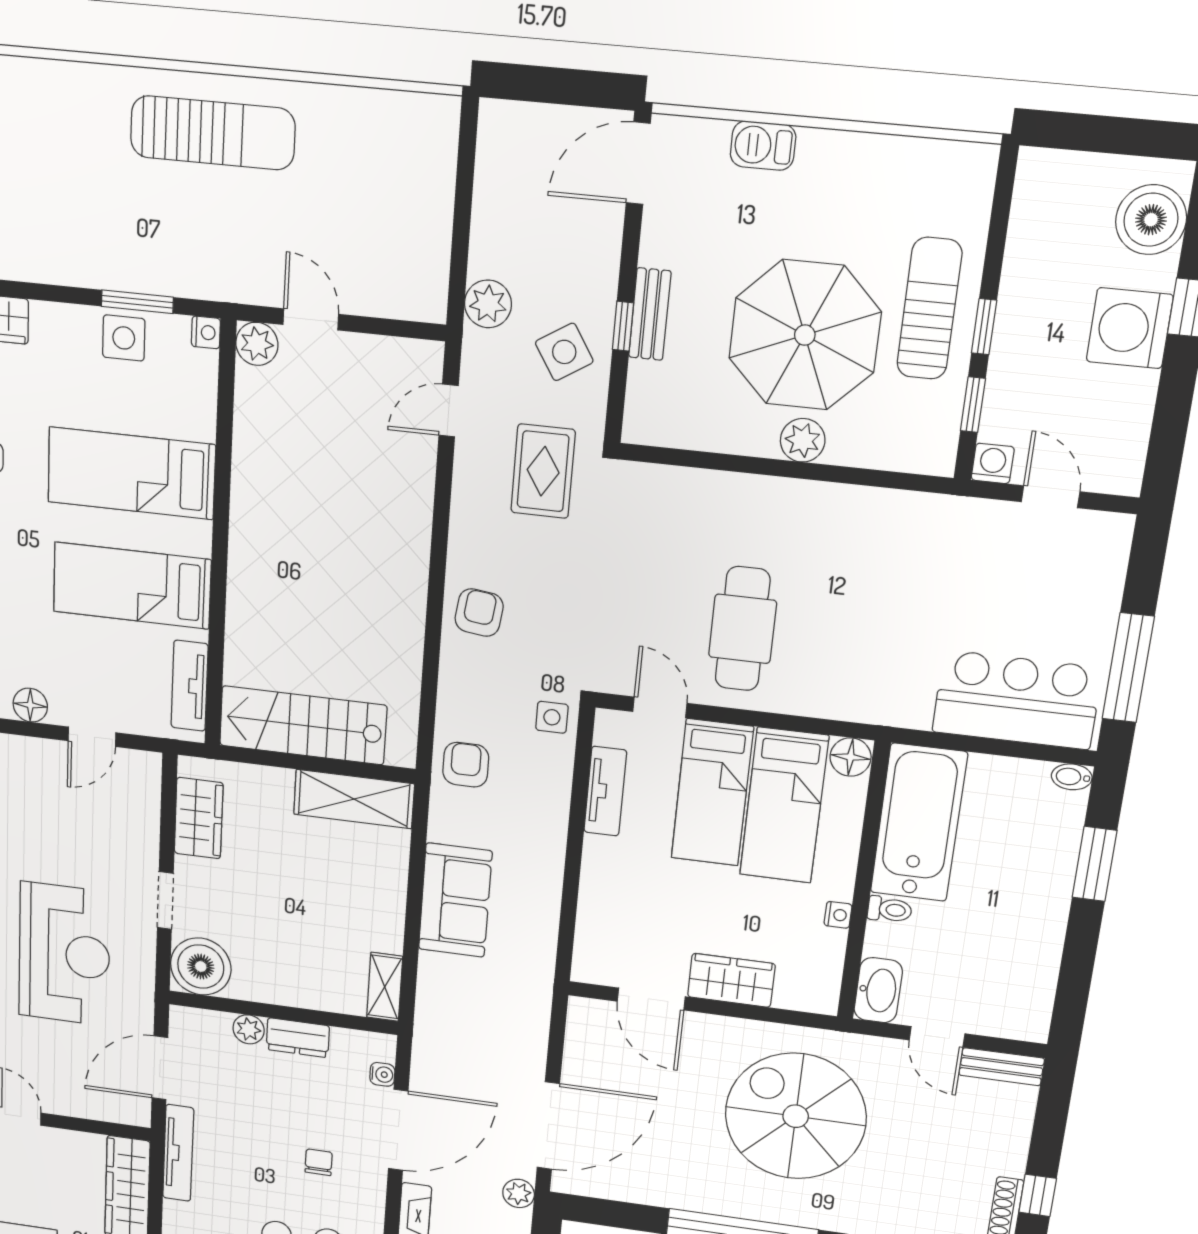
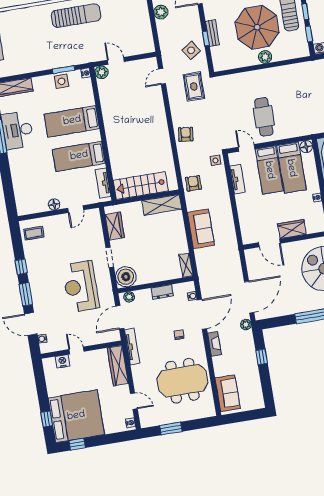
plant: (488, 304) -> (161, 12), moved
reception desk: (64, 954) -> (81, 286), turned 180
plant: (249, 1029) -> (129, 297), moved

